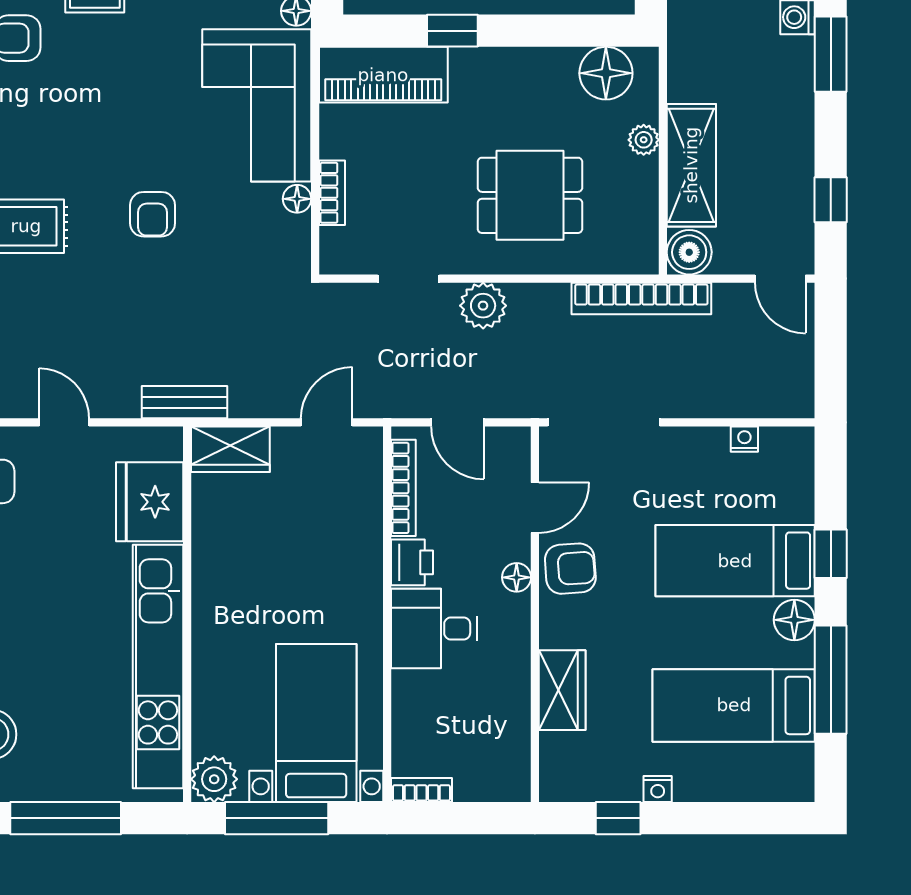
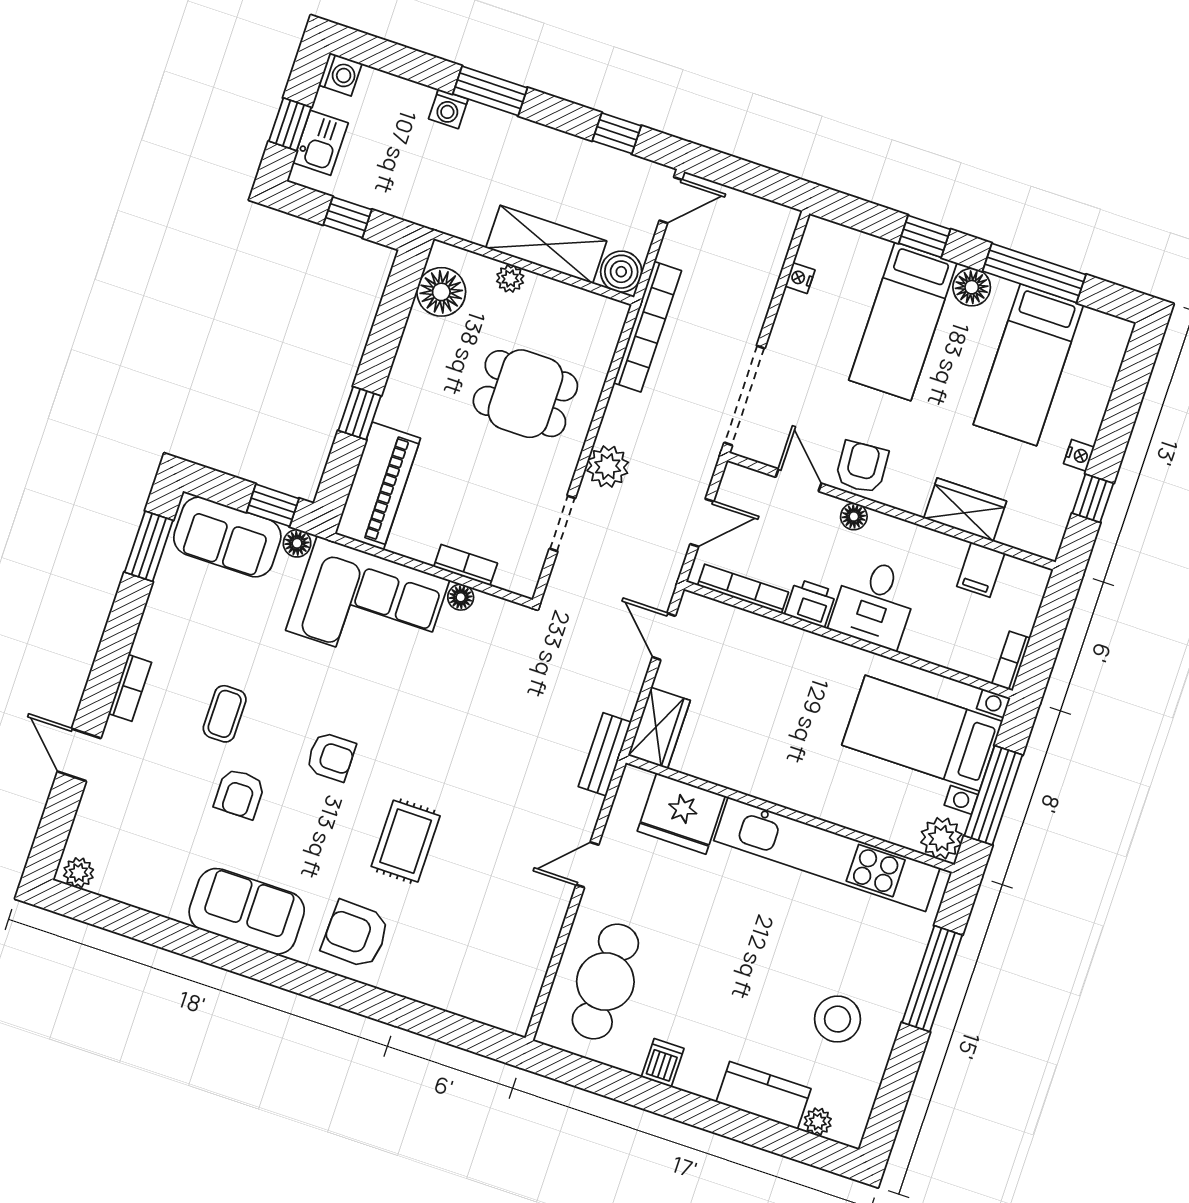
dining table: (530, 195) -> (525, 394), turned 90
armchair: (153, 214) -> (331, 757), moved
filing cabinet: (505, 727) -> (981, 570), added

